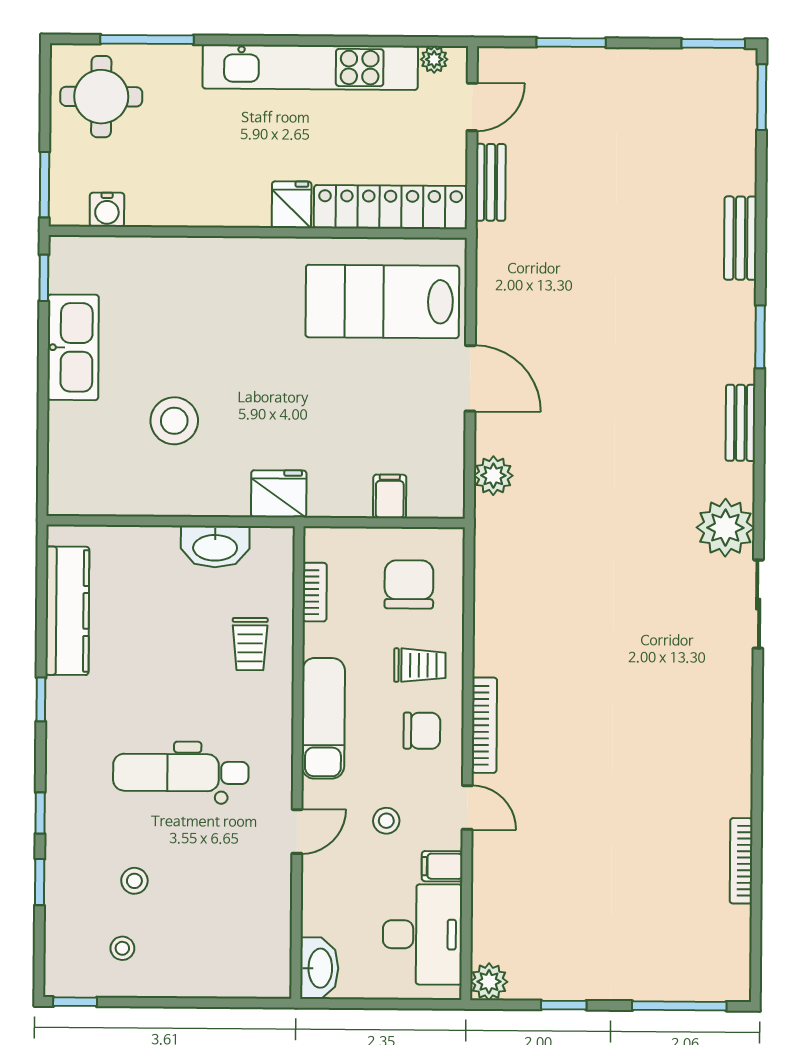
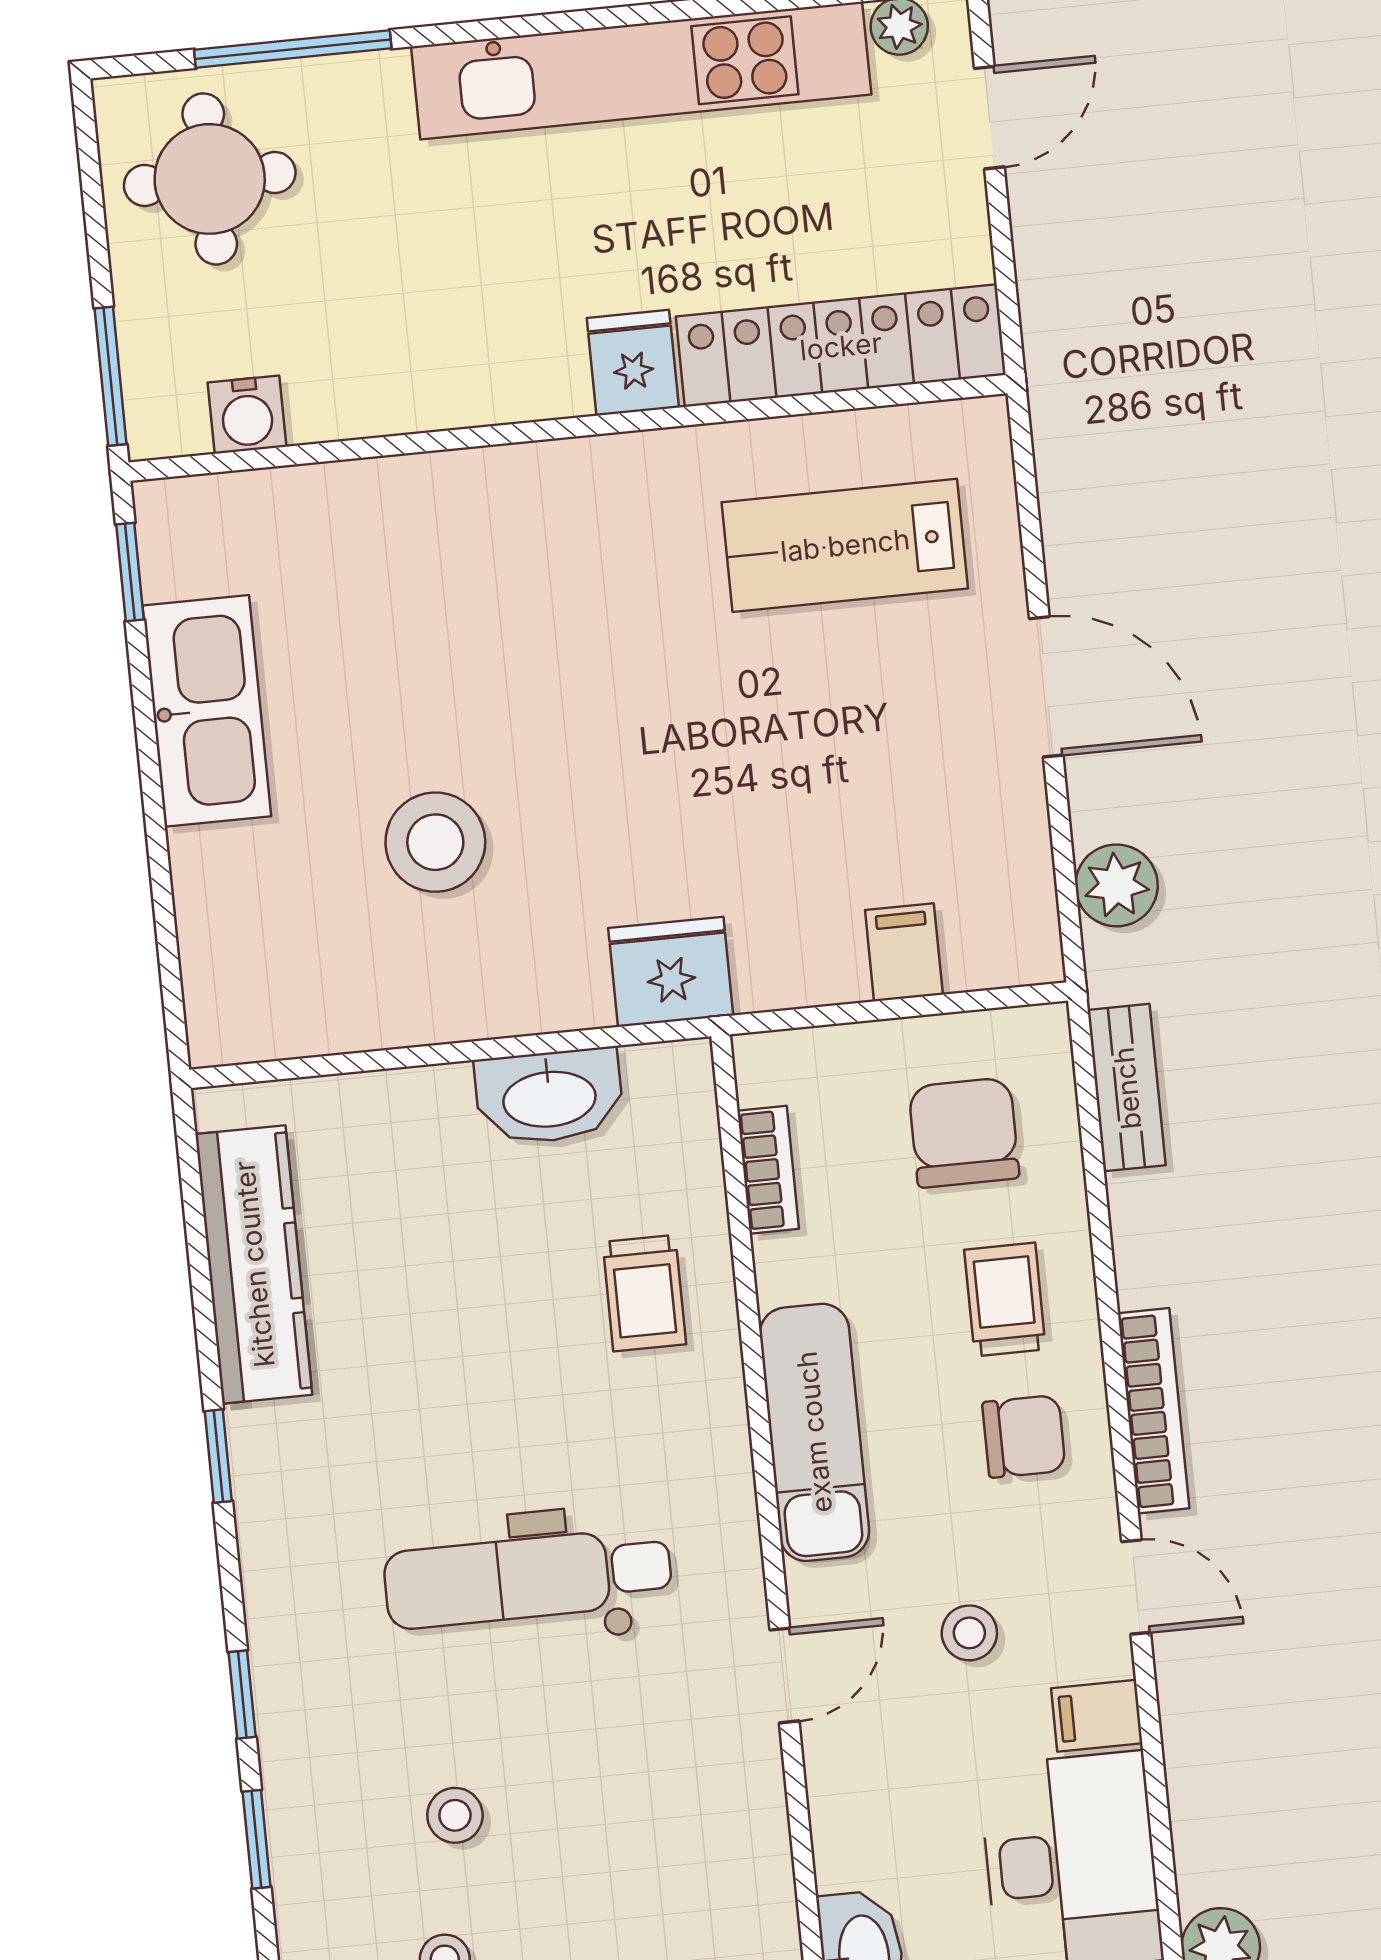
bench: (491, 182) -> (1127, 1088), moved
lab bench: (382, 301) -> (845, 545), width x0.73, depth x0.72
trolley: (420, 665) -> (1005, 1300), turned -90

